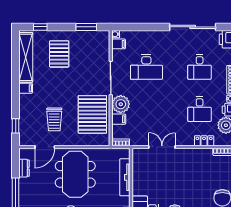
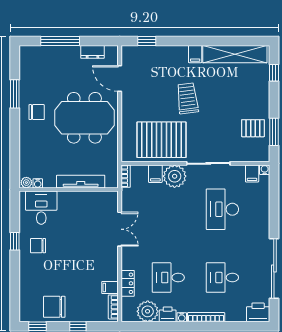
pallet: (59, 54) -> (253, 128), moved, width x0.67, depth x0.71
trolley: (54, 119) -> (187, 98), moved, turned 83
filing cabinet: (207, 154) -> (110, 287), added

